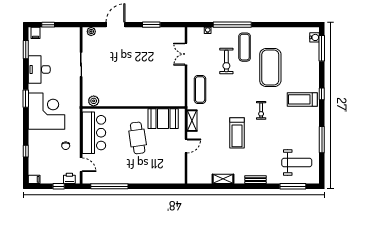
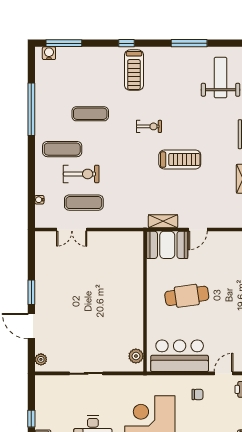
window: (151, 25) -> (31, 292), moved
window: (232, 25) -> (31, 109), moved
exercise mat: (270, 67) -> (90, 114), width x0.50, depth x0.69
exercise mat: (200, 90) -> (84, 203), moved
booth: (163, 119) -> (167, 245), moved, turned 90
door: (186, 146) -> (198, 229), swing flipped

